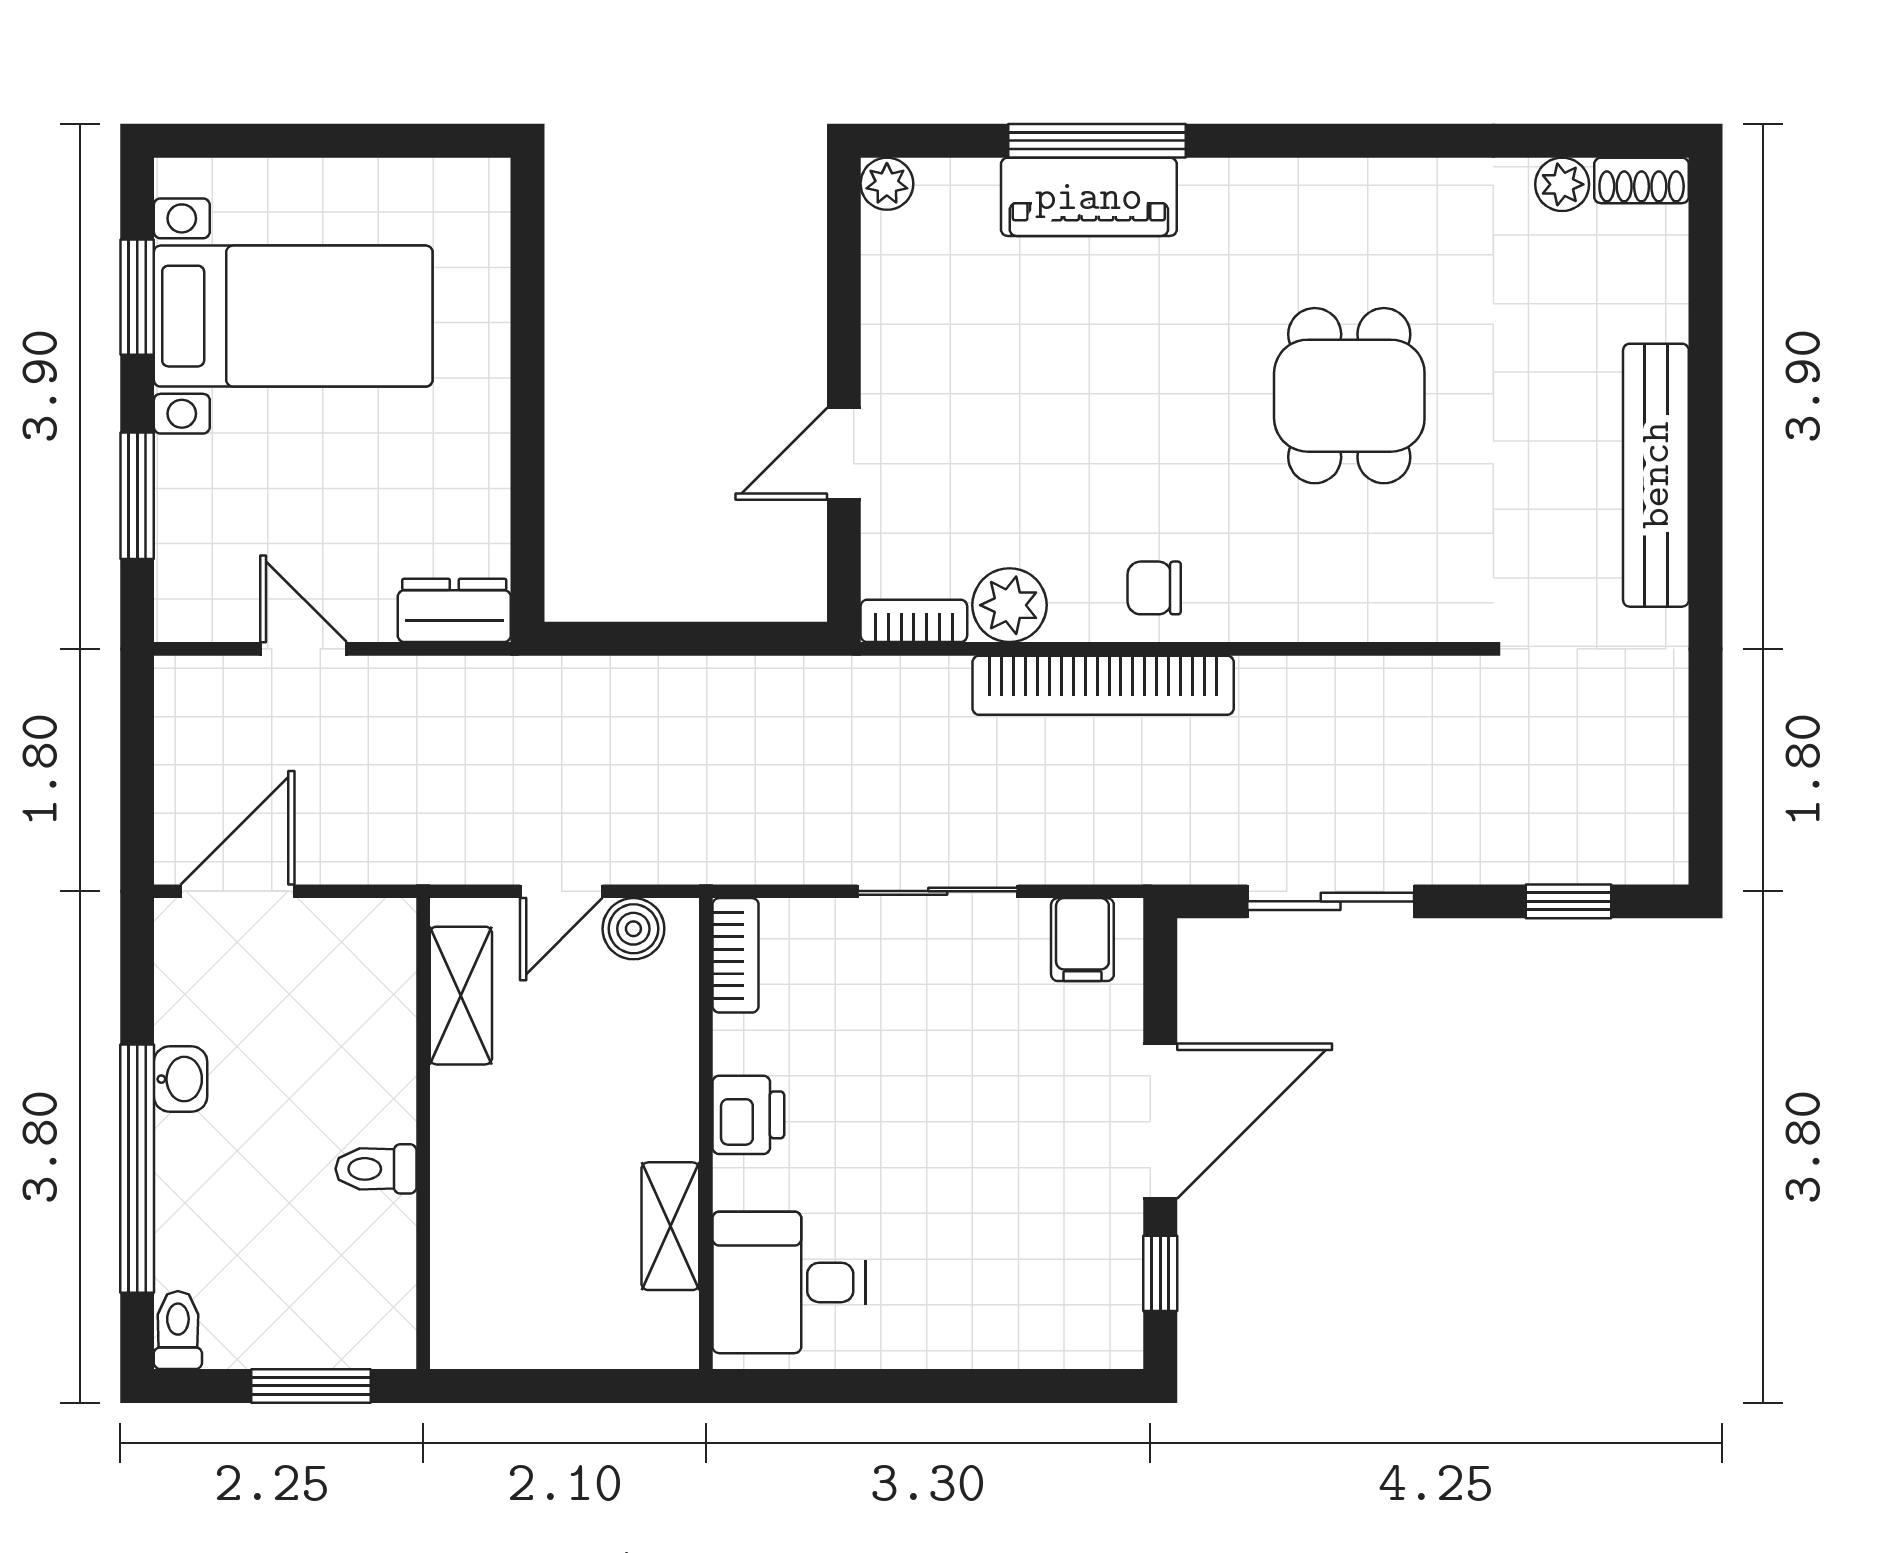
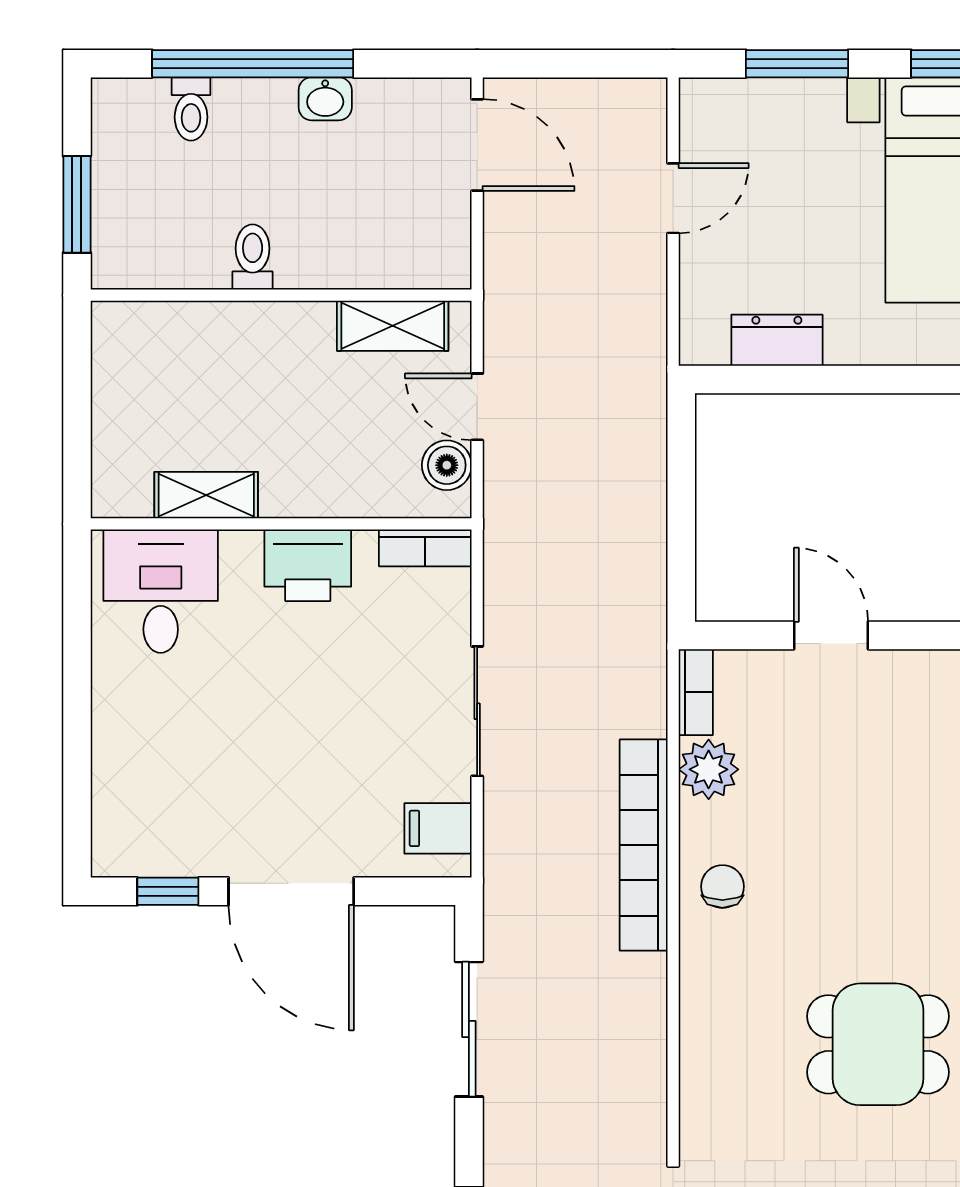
dresser: (454, 610) -> (777, 340), moved, turned -90
printer: (748, 1115) -> (308, 565), width x1.36, depth x1.24
toilet: (178, 1330) -> (191, 109), moved, turned 90

